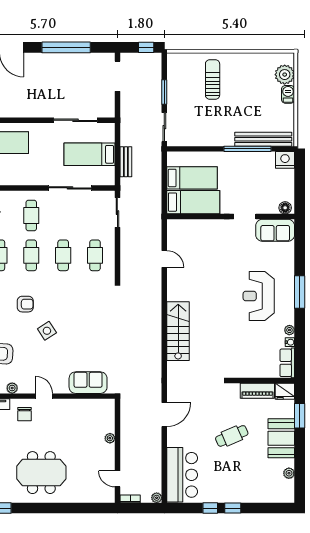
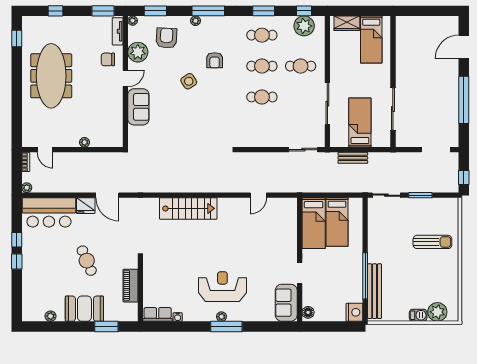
cafe table: (95, 255) -> (262, 128), removed
plant: (289, 330) -> (221, 317), moved
sofa: (88, 383) -> (138, 107), moved
plant: (12, 388) -> (138, 52), width x1.87, depth x1.87
fridge: (285, 391) -> (86, 206), moved, turned -90
meeting table: (41, 473) -> (51, 76), width x1.36
door: (117, 479) -> (45, 150), swing flipped

